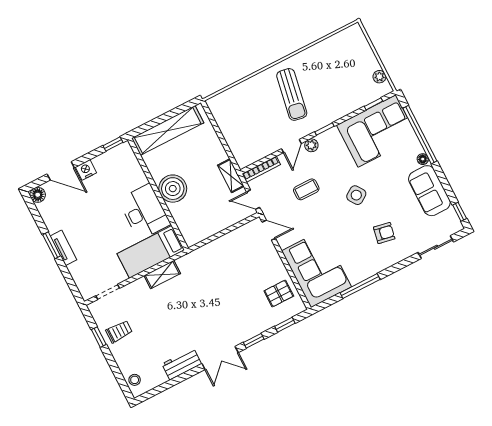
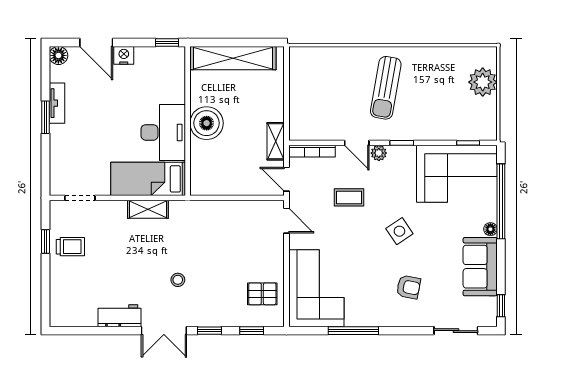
plant: (379, 77) -> (483, 82), moved, width x1.87, depth x1.87
door: (291, 146) -> (357, 143), hinge flipped
tv unit: (64, 248) -> (57, 103), moved
stool: (135, 380) -> (178, 280), moved

